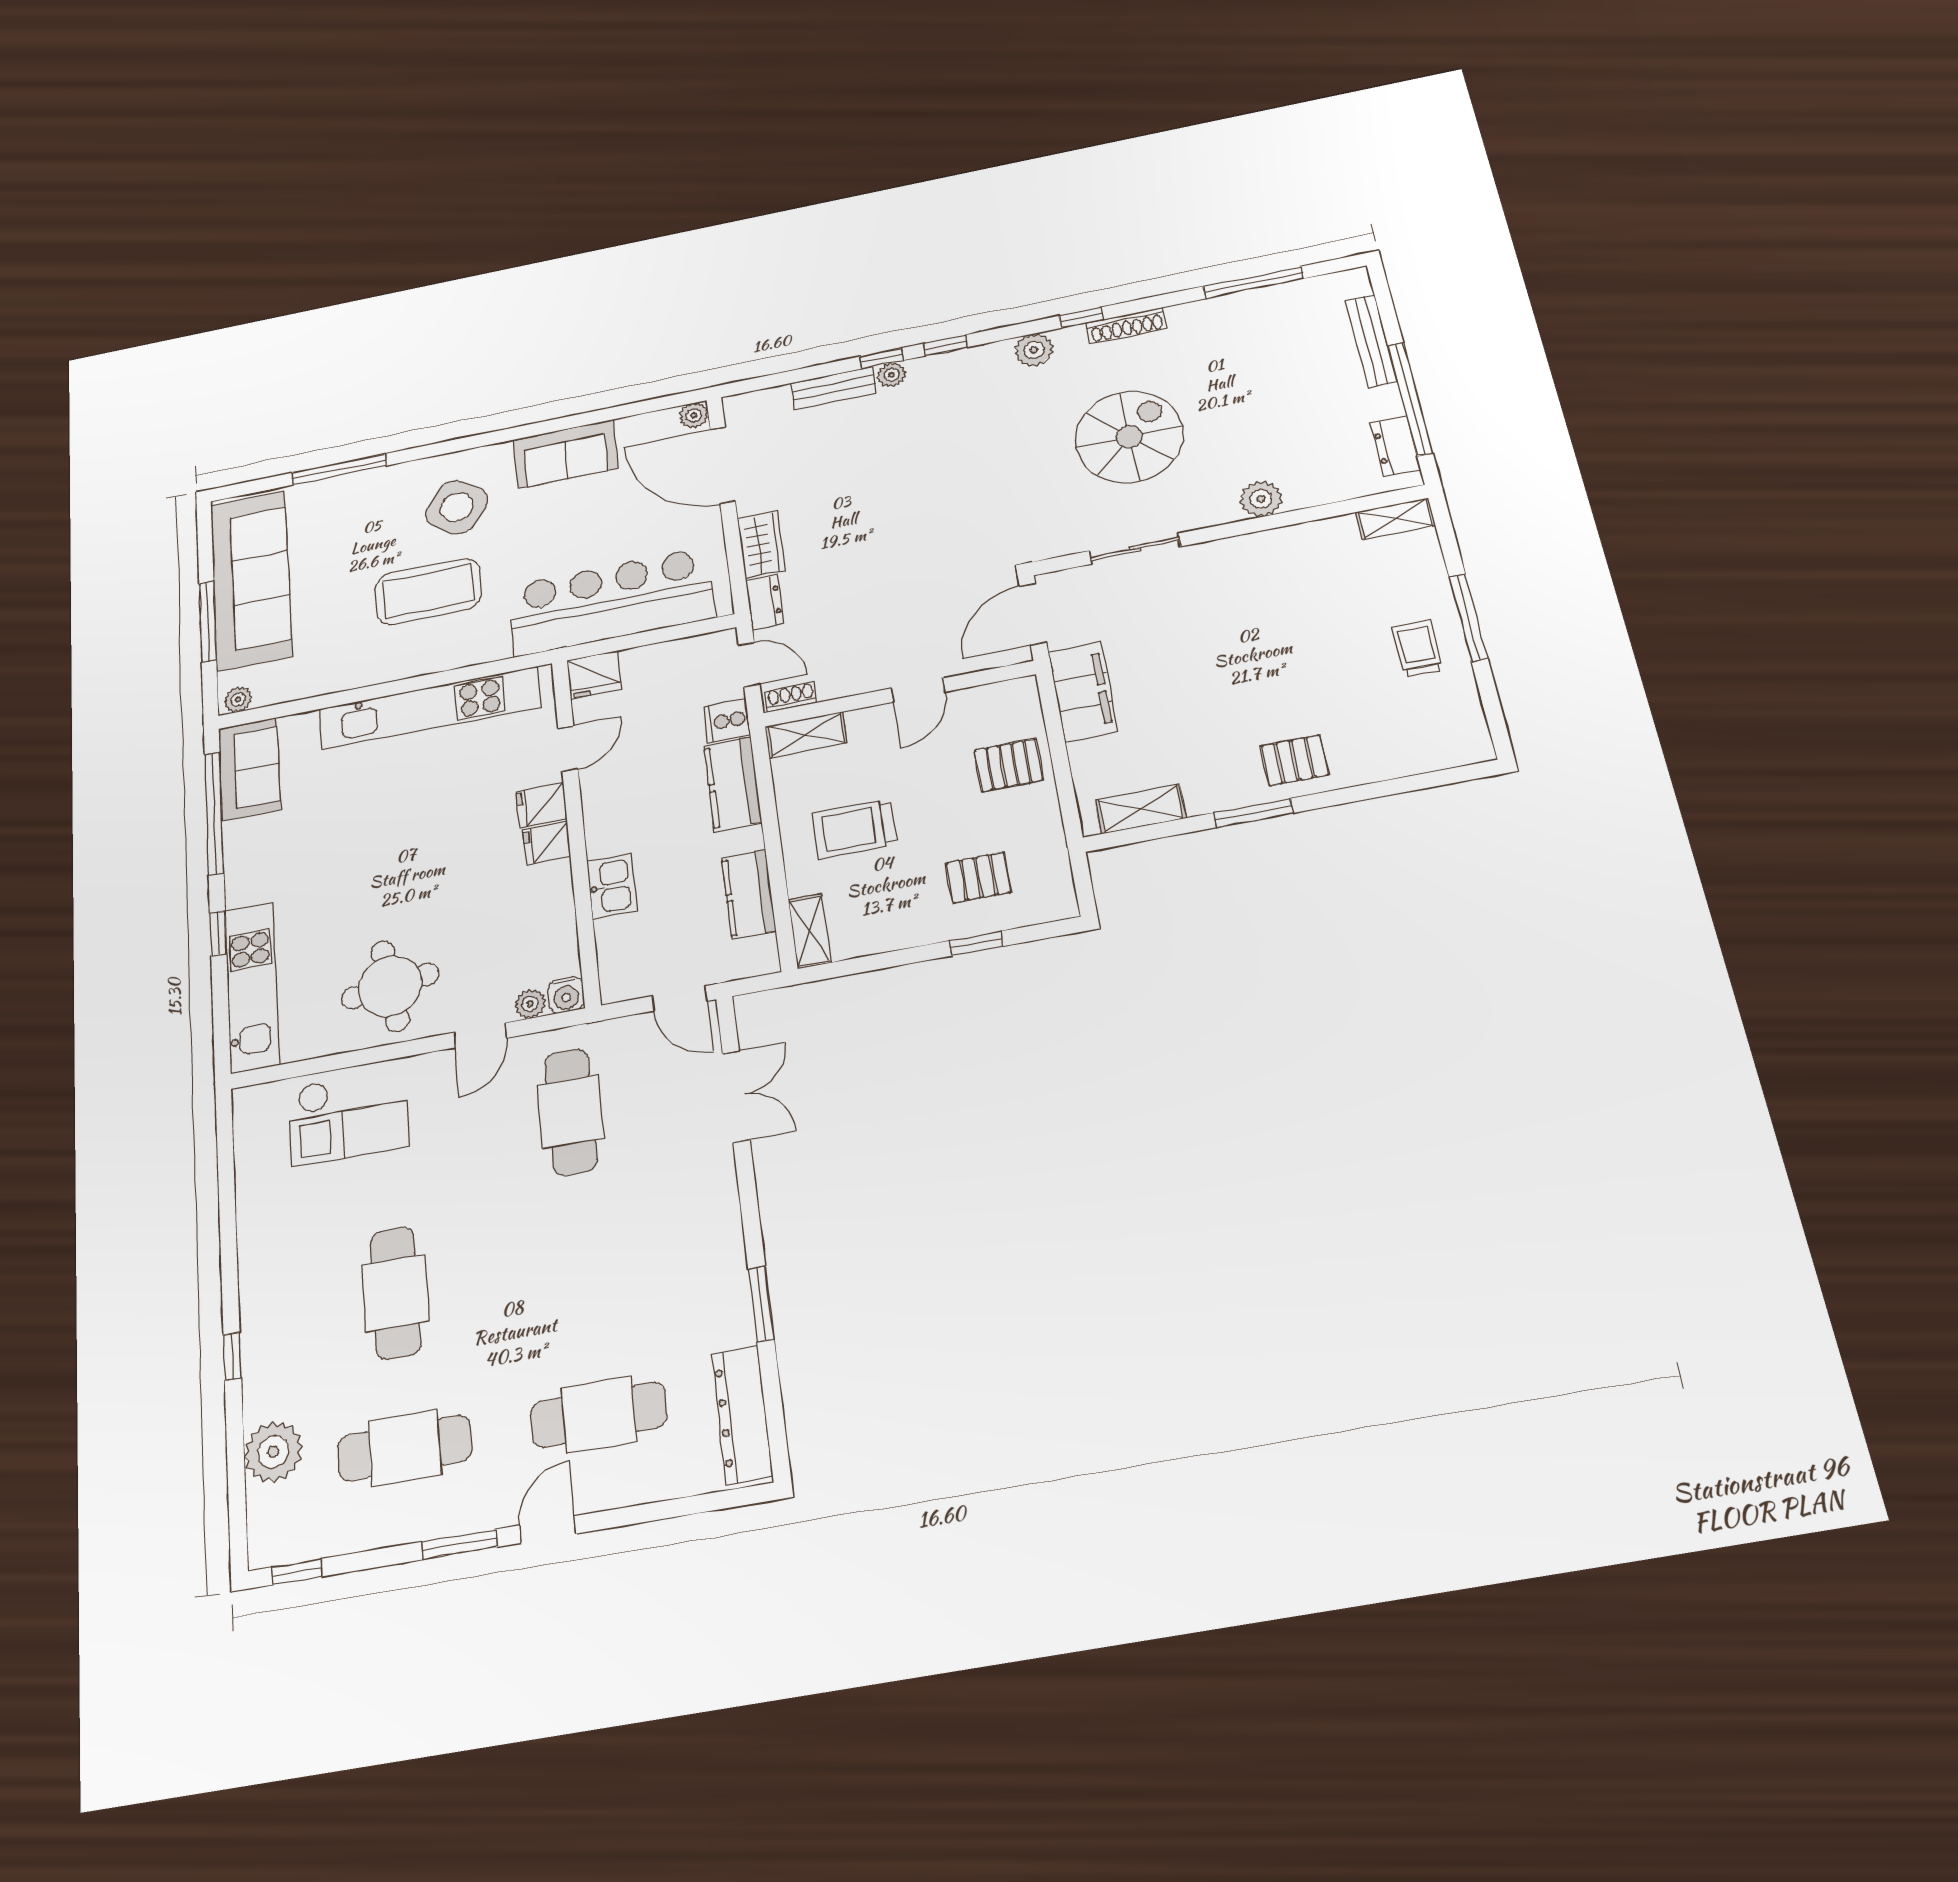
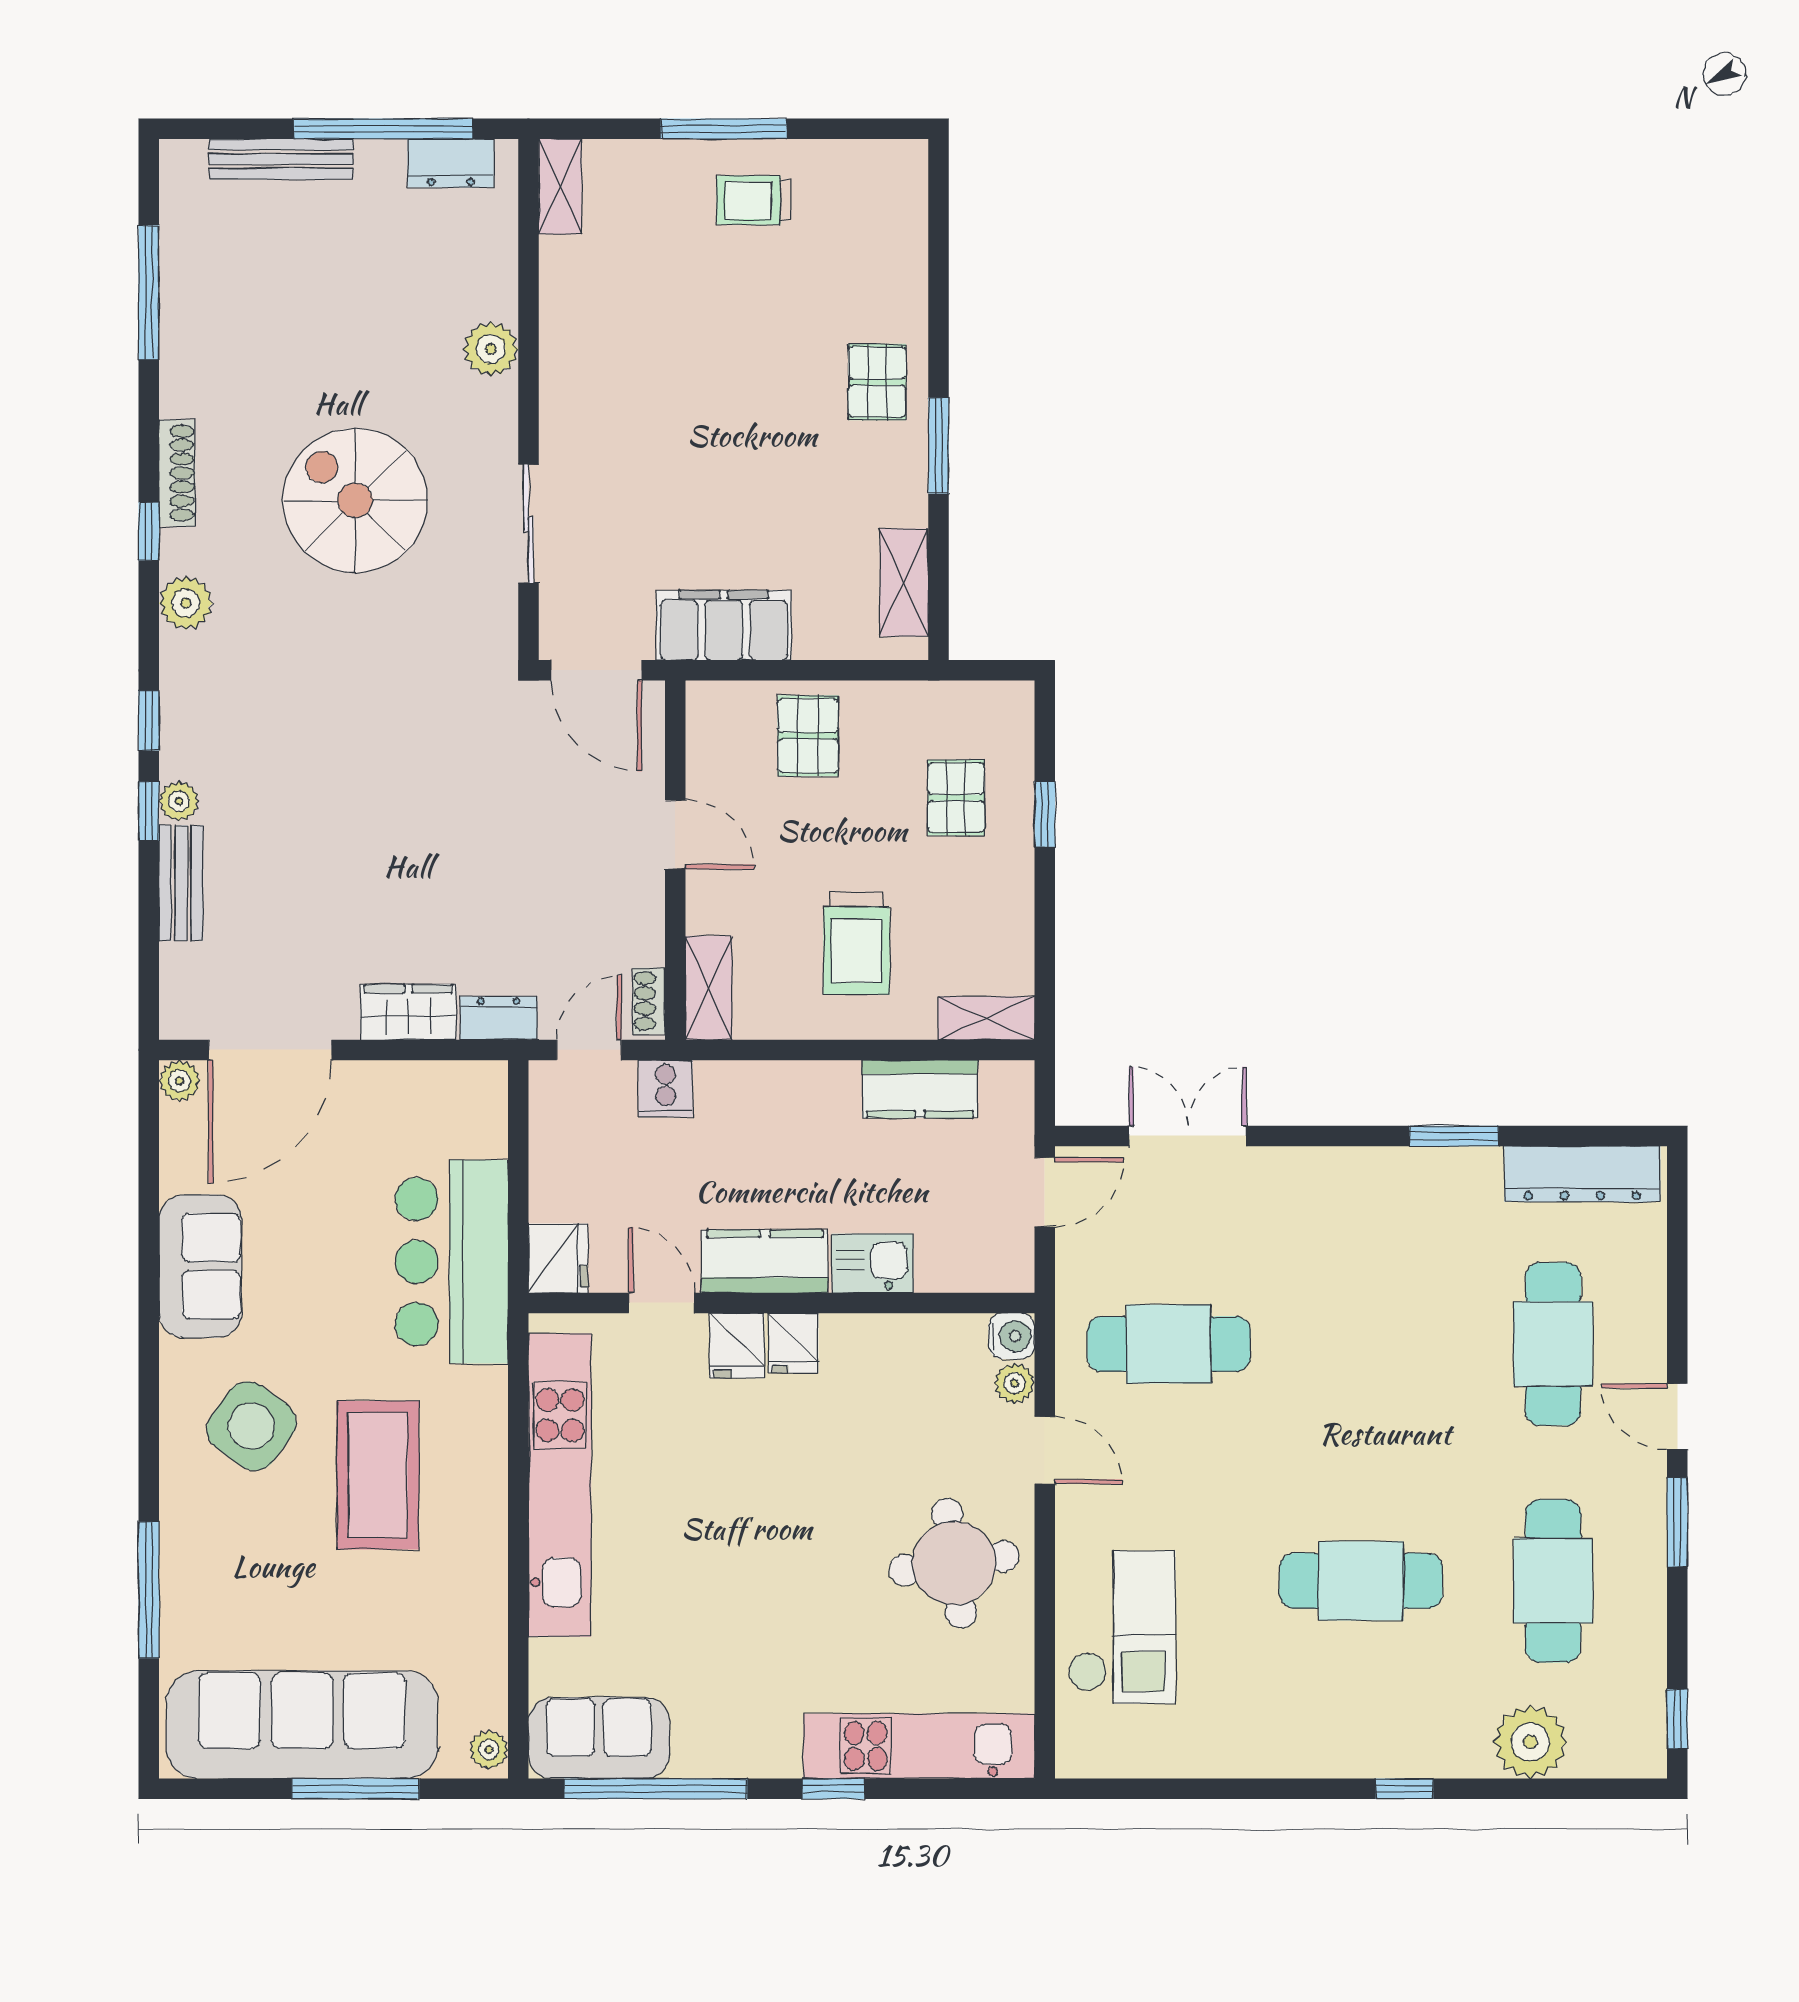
bar counter: (611, 602) -> (452, 1262), width x0.73
kitchen counter: (733, 784) -> (765, 1261), moved, turned 180

